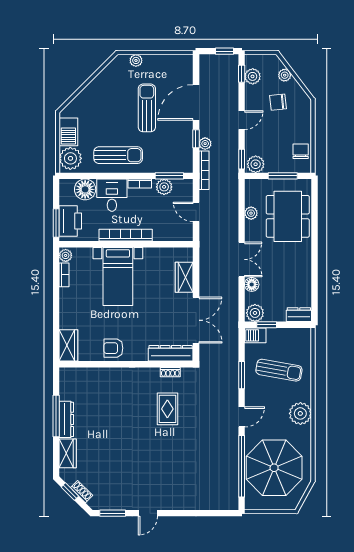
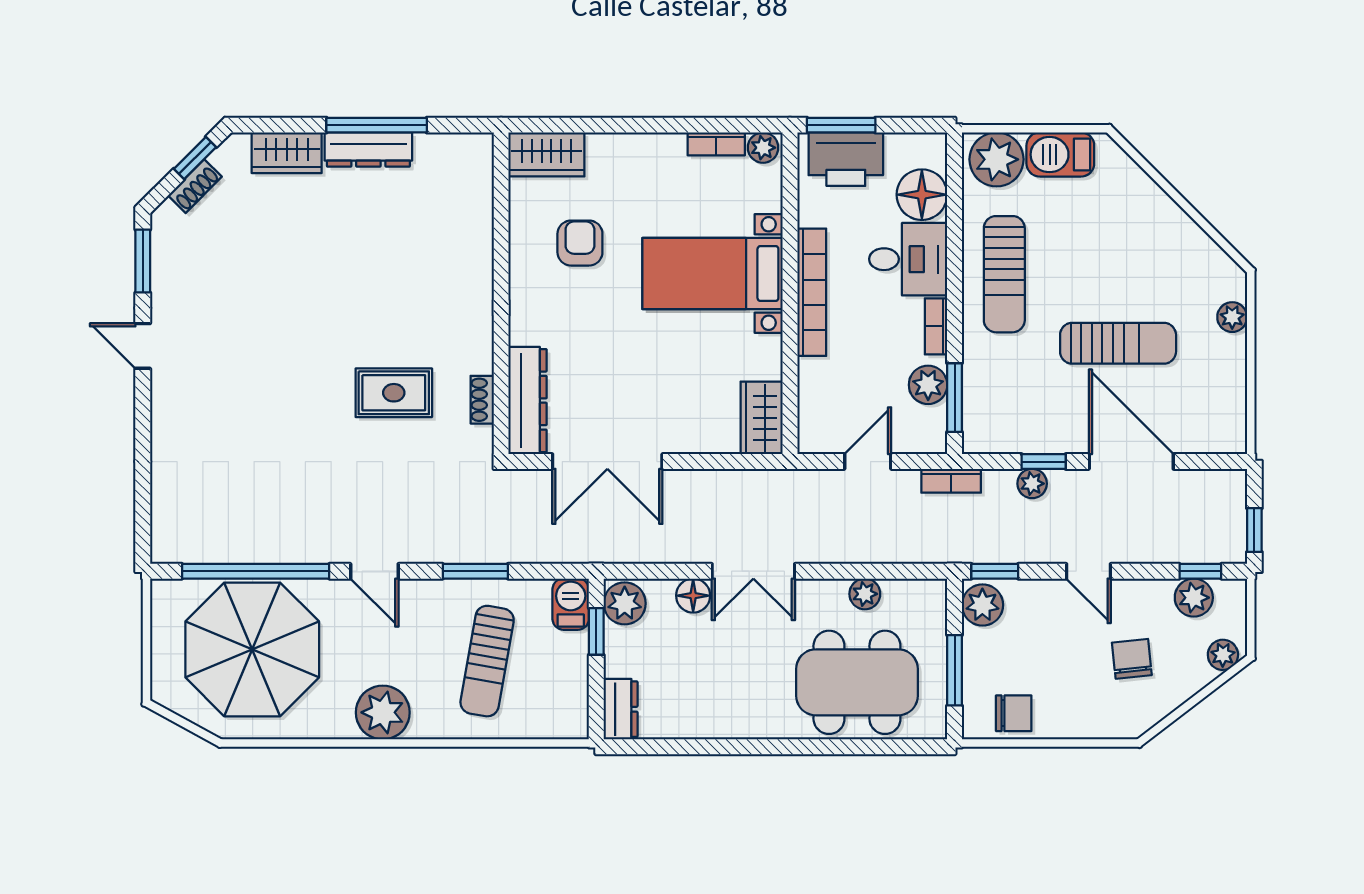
plant: (285, 75) -> (1223, 655), moved
bookcase: (204, 170) -> (951, 481), width x0.64
wardrobe: (184, 277) -> (762, 418), moved, turned -90
armchair: (113, 348) -> (580, 243), moved

